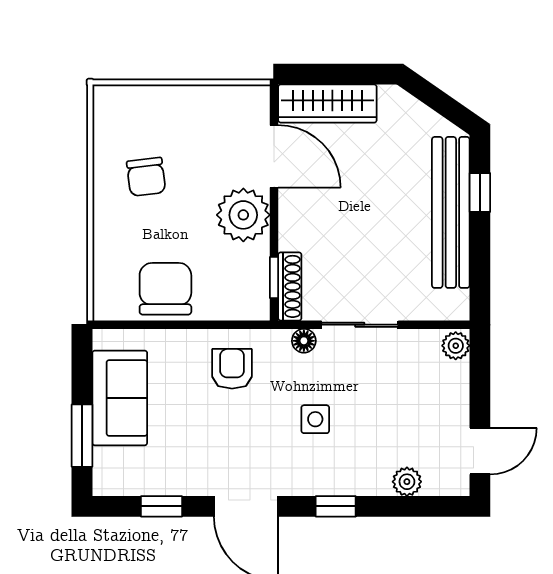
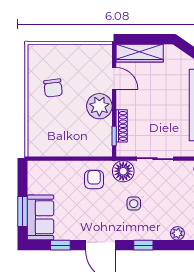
door: (274, 156) -> (114, 78), width x0.73
shoe rack: (290, 286) -> (122, 126), moved
chair: (165, 289) -> (62, 141), removed
floor lamp: (304, 341) -> (123, 171), width x1.89, depth x1.89
sofa: (120, 398) -> (40, 217), moved

